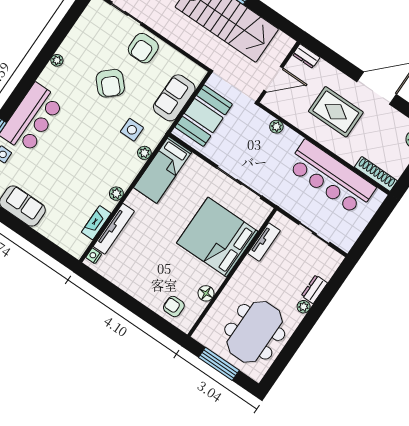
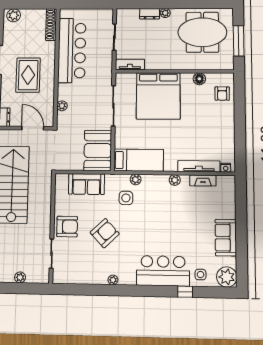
booth: (204, 116) -> (98, 151), moved, turned 90
tv unit: (264, 242) -> (130, 64), moved

